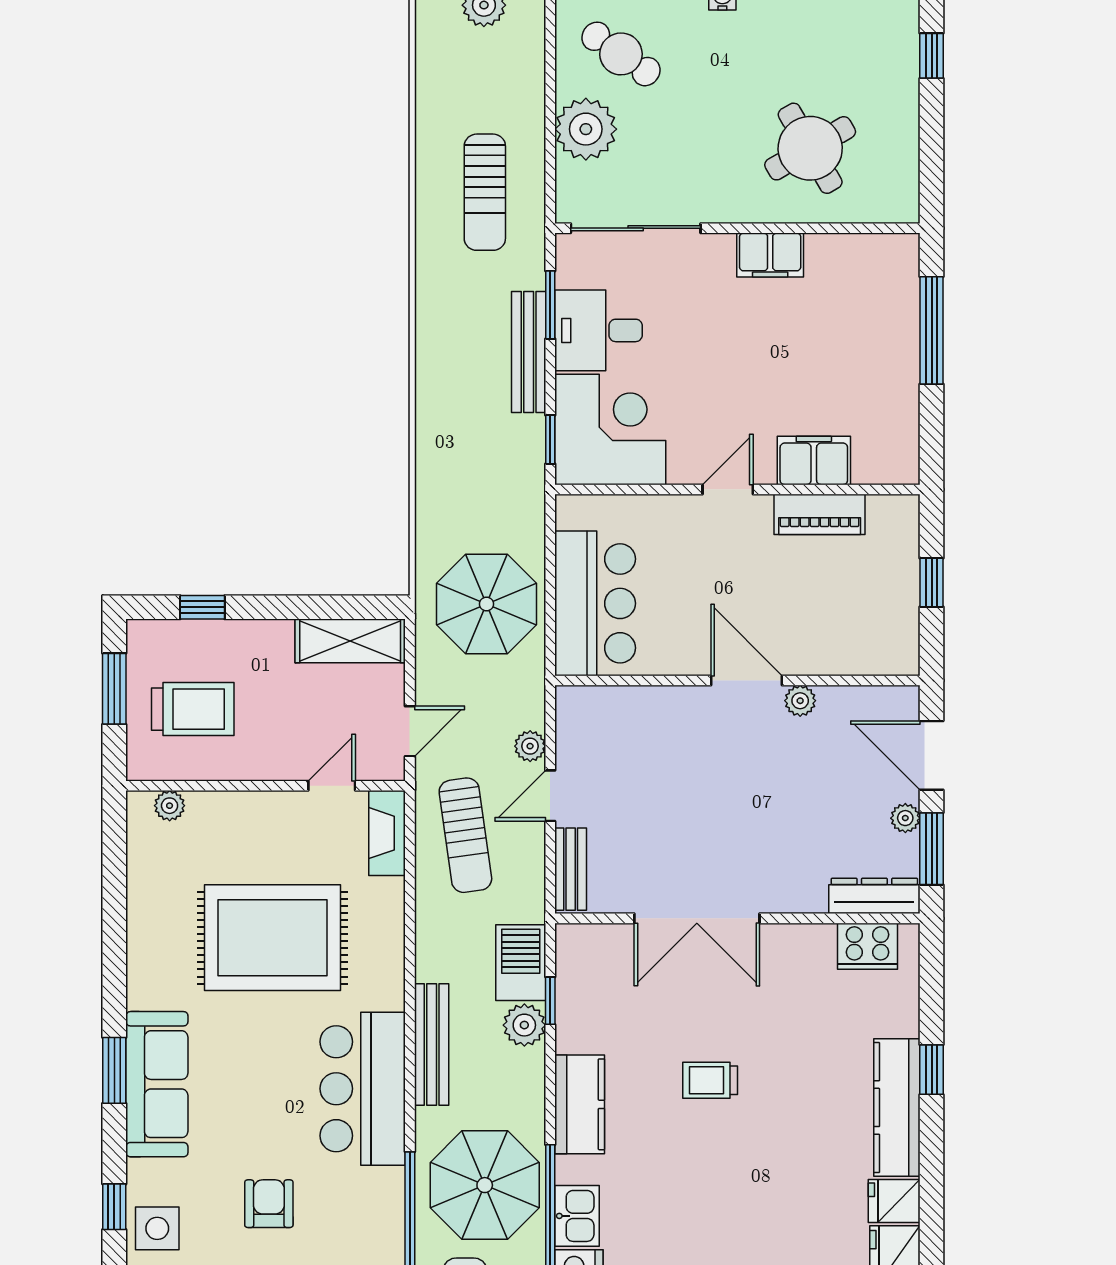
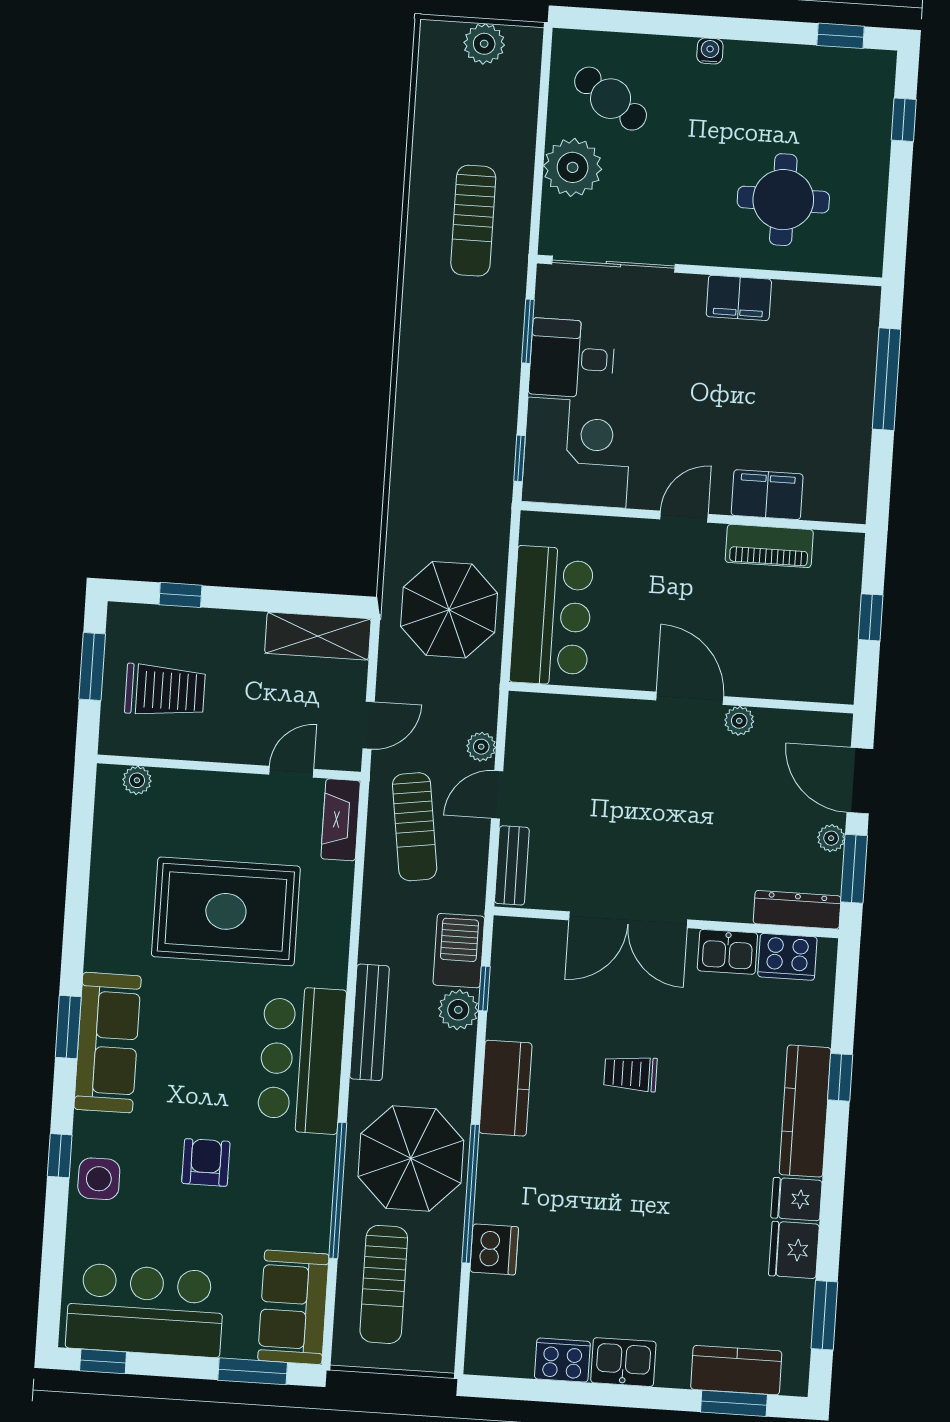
round table: (810, 148) -> (783, 200), turned 30
bench: (529, 352) -> (505, 374), removed
kitchen sink: (577, 1216) -> (727, 952), moved, turned 90

